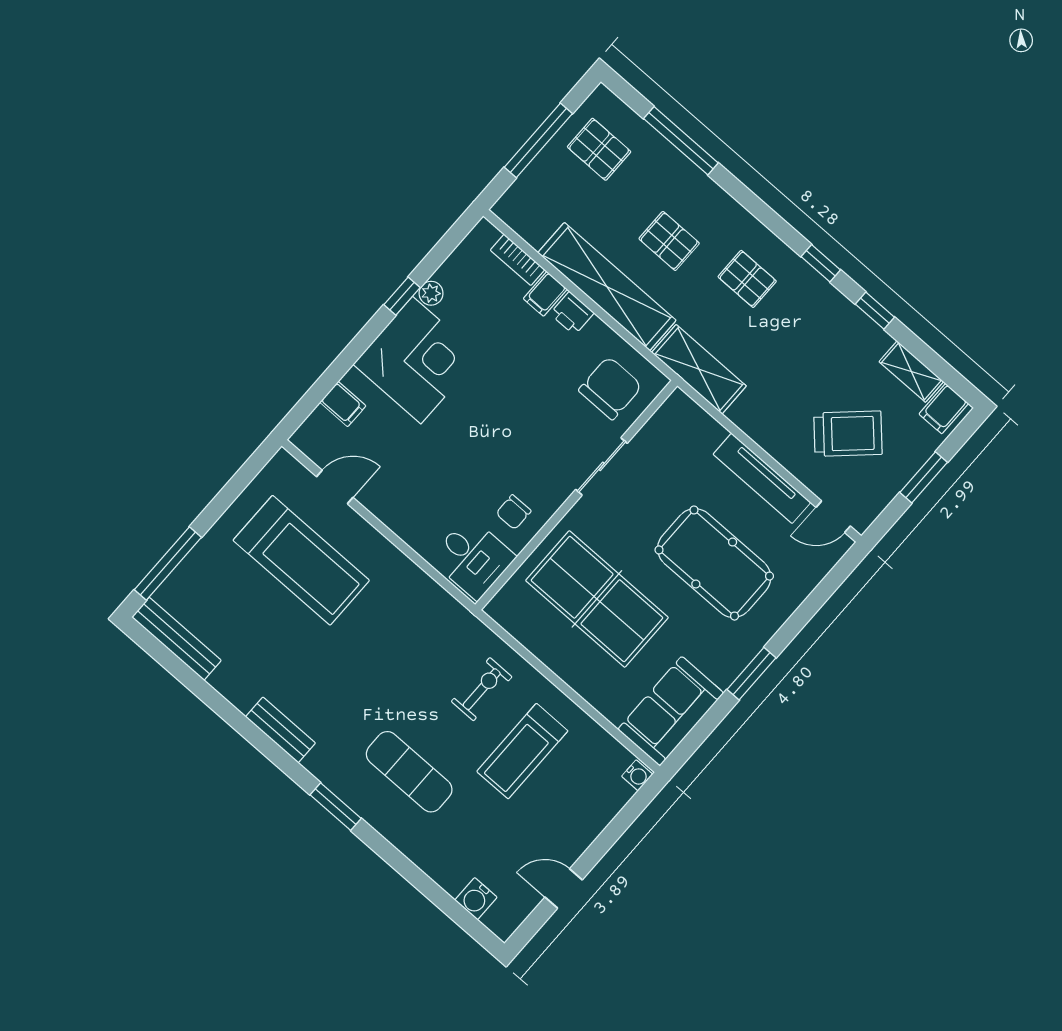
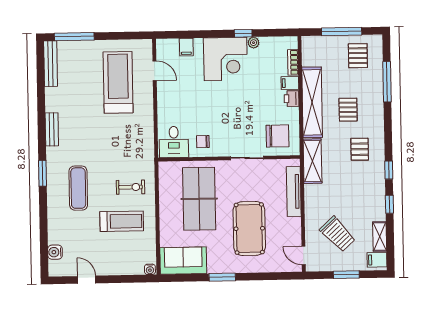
tv unit: (762, 478) -> (294, 191), moved
treadmill: (301, 560) -> (118, 82), turned 180
treadmill: (522, 751) -> (122, 221), turned 180

